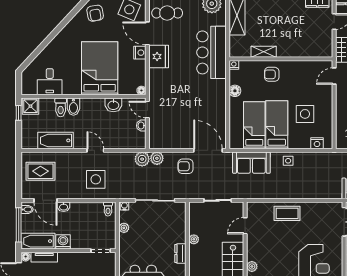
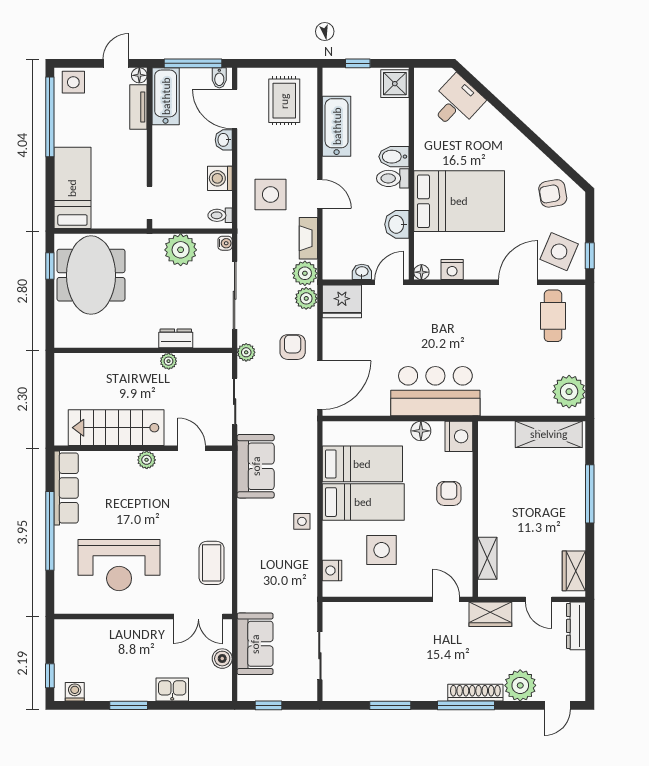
bar counter: (211, 52) -> (435, 391), moved
shelving: (264, 52) -> (487, 558), moved
nightstand: (140, 53) -> (452, 270), moved
fridge: (159, 57) -> (342, 301), moved
nightstand: (234, 65) -> (459, 436), width x1.89, depth x1.79
desk: (50, 82) -> (456, 102), moved, turned 133
toilet: (61, 107) -> (393, 178), moved
window: (19, 113) -> (358, 63), moved
door: (95, 150) -> (320, 194), hinge flipped
fireplace: (121, 157) -> (308, 238), added
sofa: (251, 163) -> (256, 466), moved, turned 180
plant: (189, 194) -> (246, 352), added
door: (45, 200) -> (235, 109), hinge flipped
coffee table: (287, 213) -> (212, 563), moved
plant: (124, 228) -> (181, 250), width x1.87, depth x1.87
washing machine: (63, 242) -> (220, 178), moved, turned 180
dresser: (180, 254) -> (176, 338), moved
plant: (252, 266) -> (147, 460), moved

